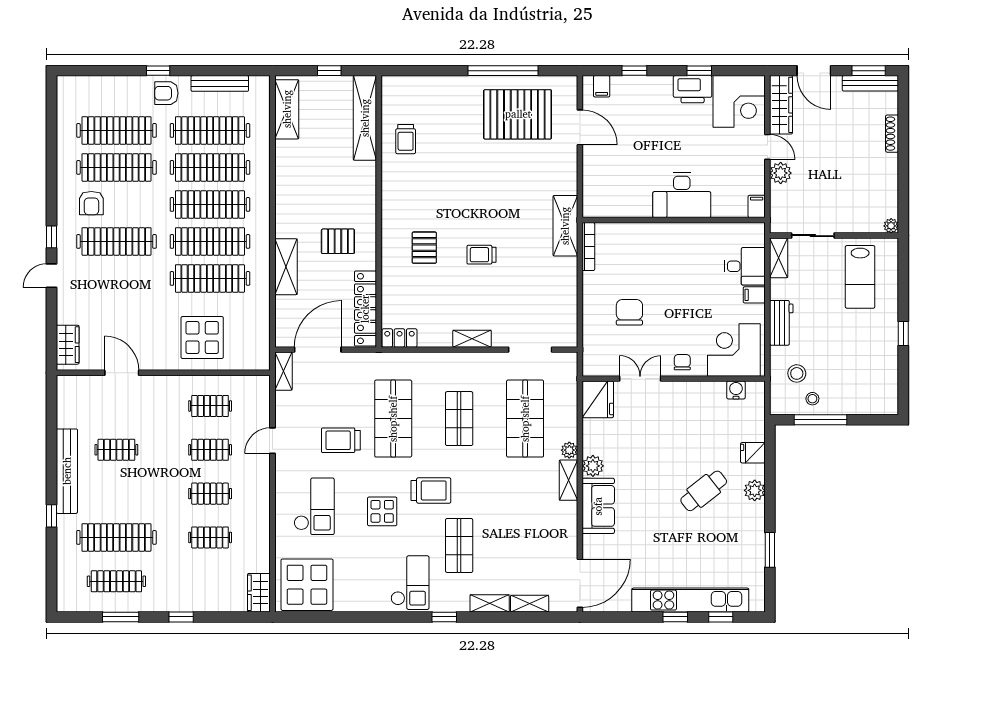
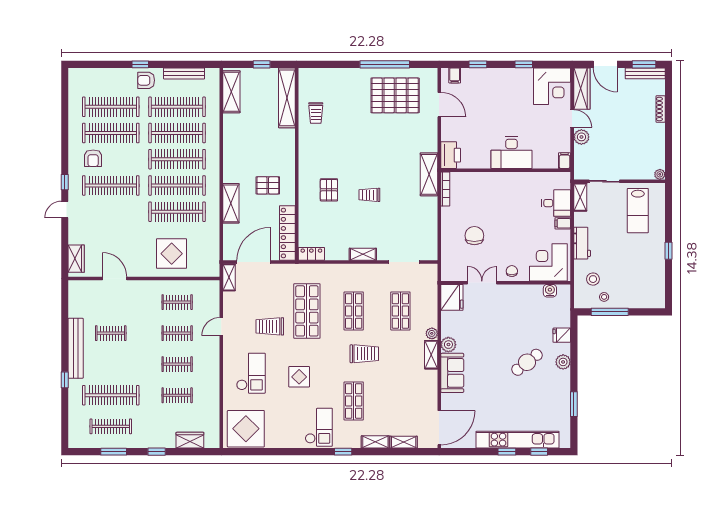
printer: (693, 89) -> (451, 155), moved, turned -90
shop shelf: (525, 419) -> (400, 311), width x0.70, depth x0.74
trolley: (431, 491) -> (364, 354), moved
wardrobe: (259, 593) -> (190, 440), moved, turned 90

